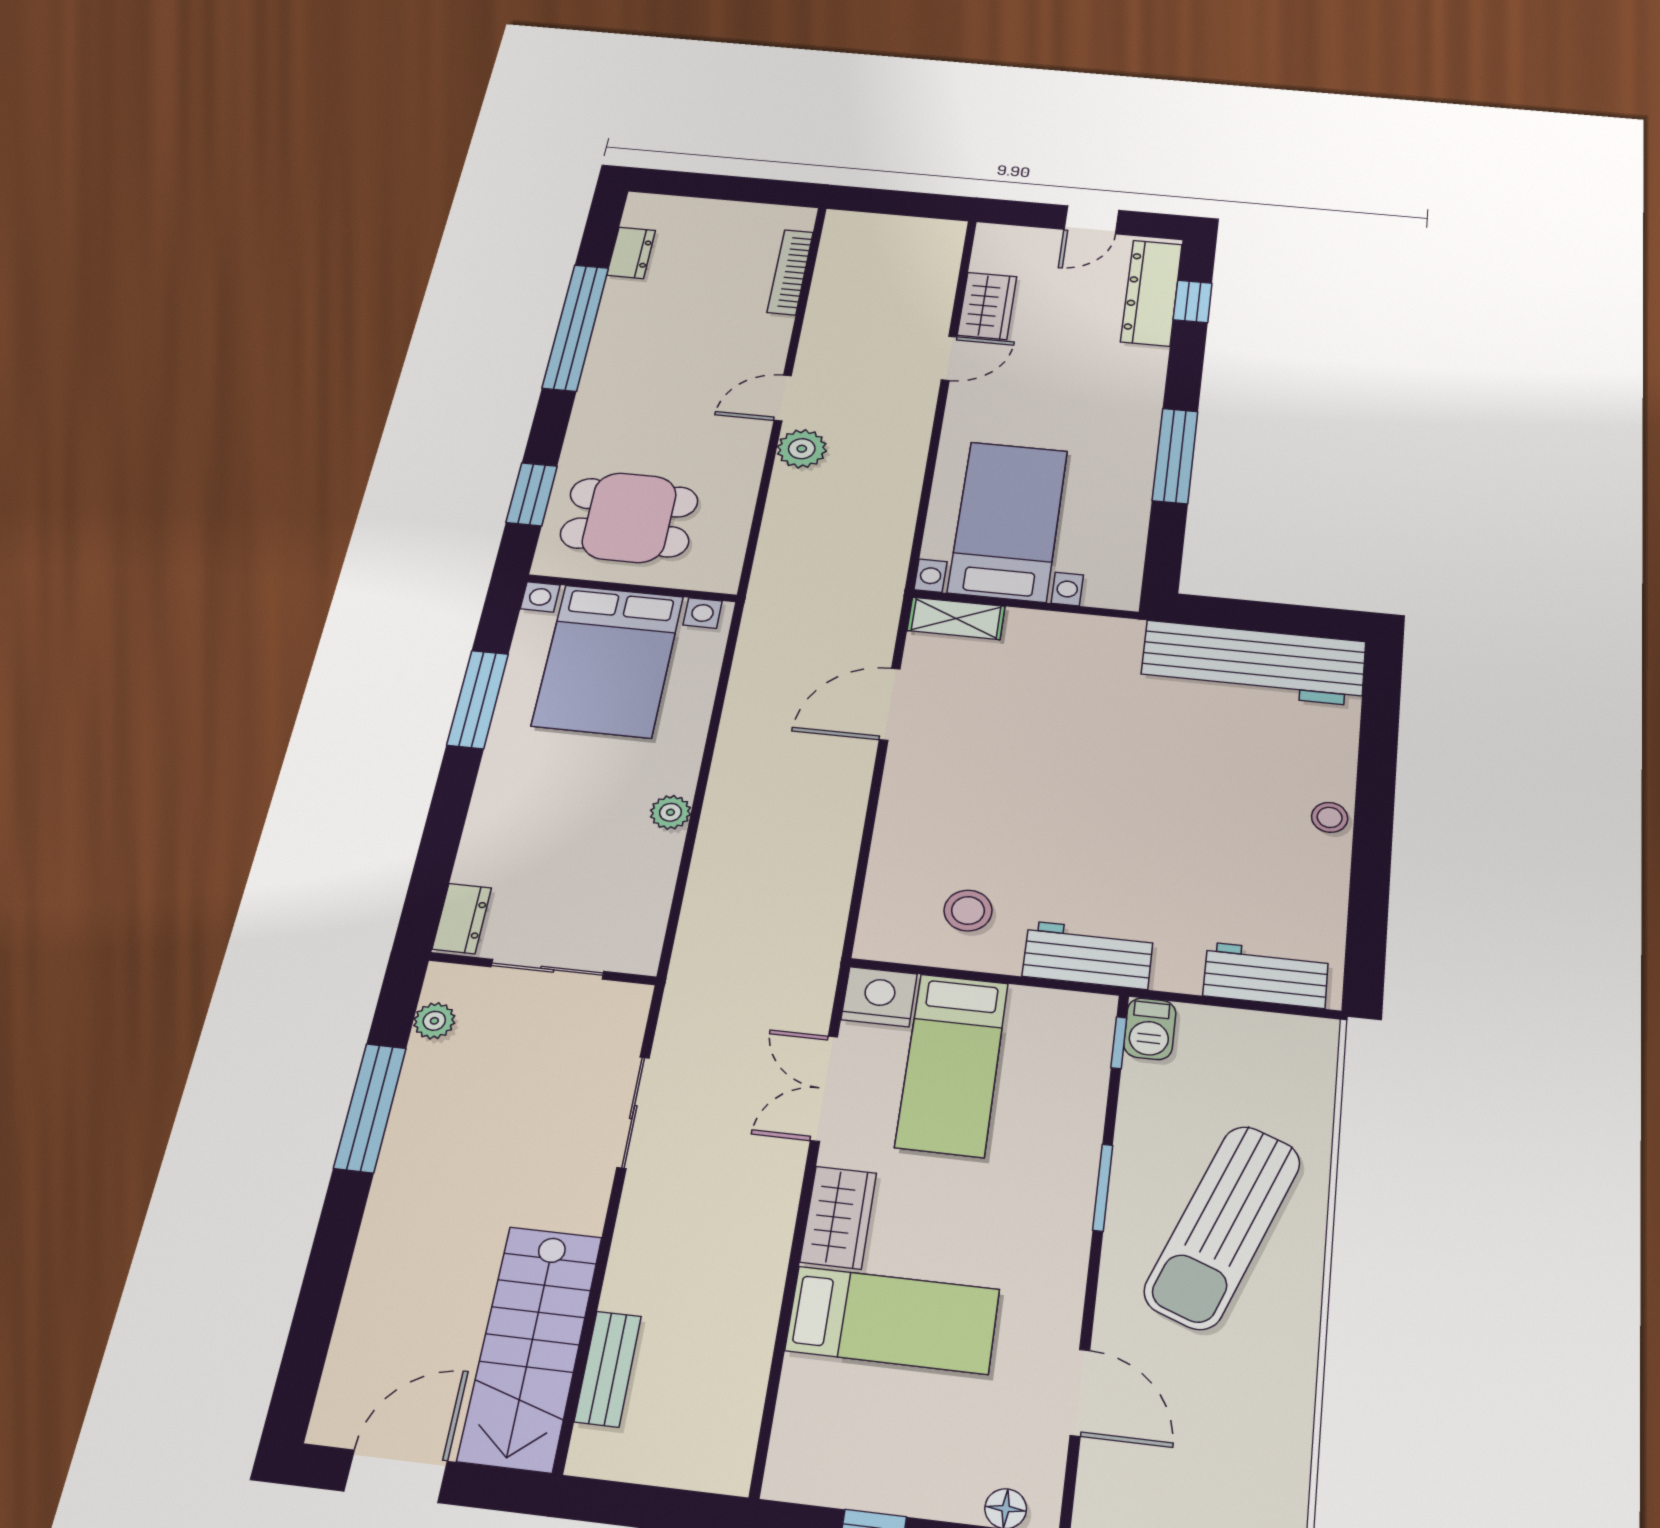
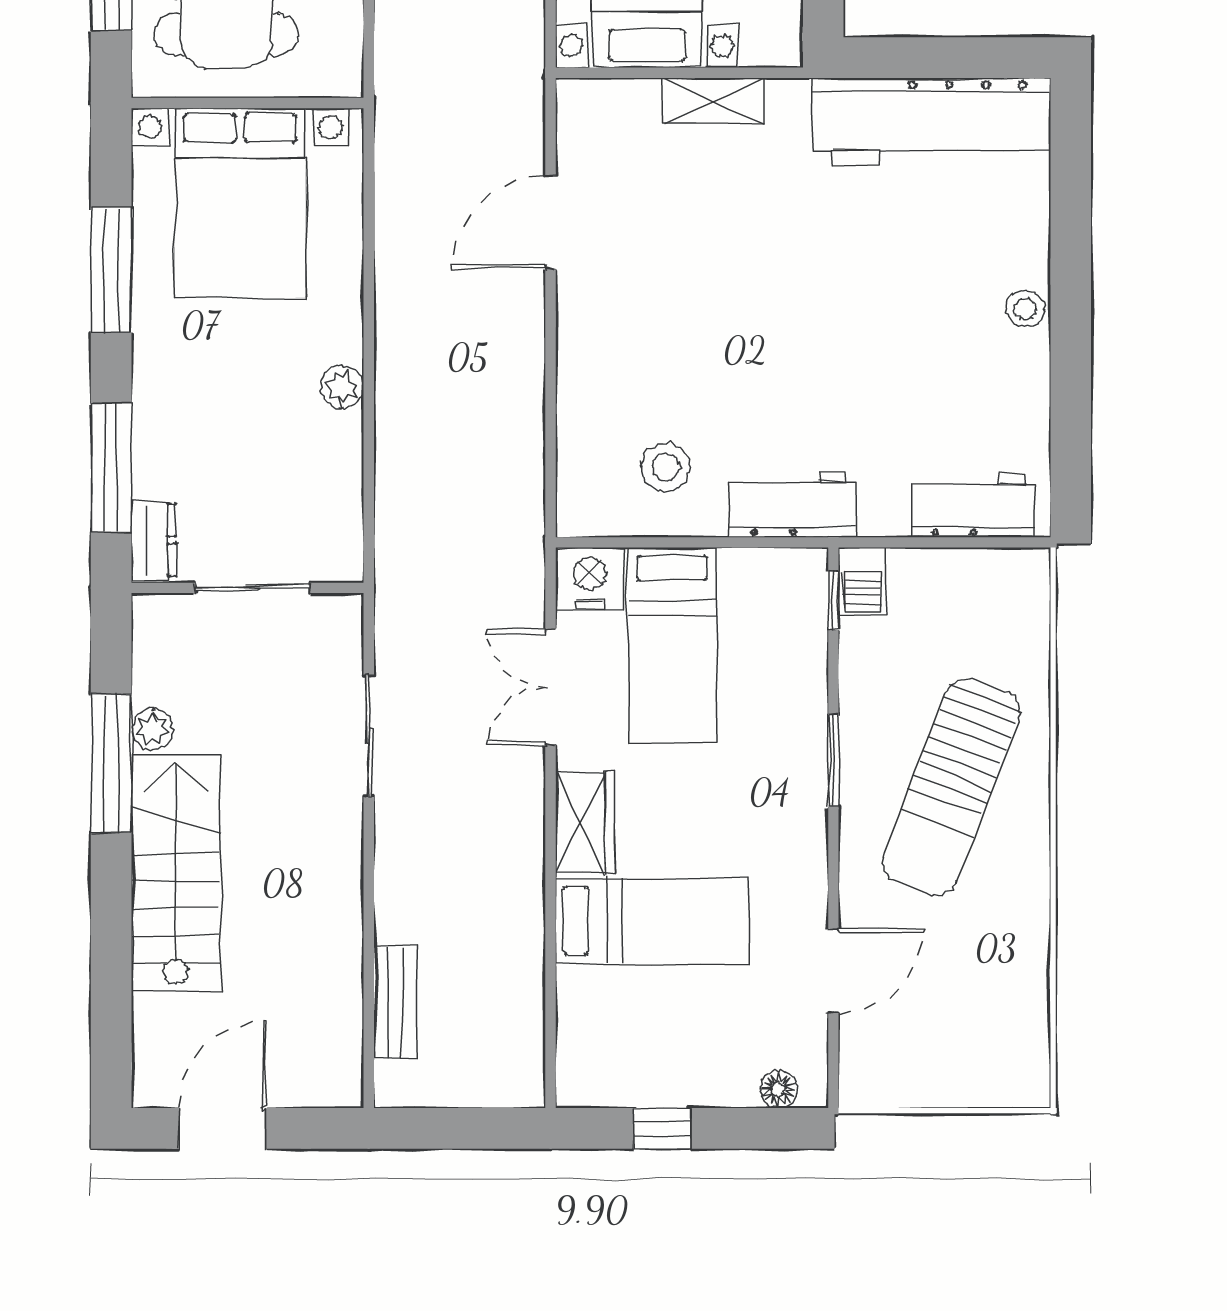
shelving: (956, 618) -> (713, 101), moved
window: (437, 854) -> (111, 467), added
plant: (434, 1021) -> (152, 729), moved
stairs: (531, 1347) -> (176, 872), moved, turned 180
door: (1080, 1393) -> (833, 971), hinge flipped

